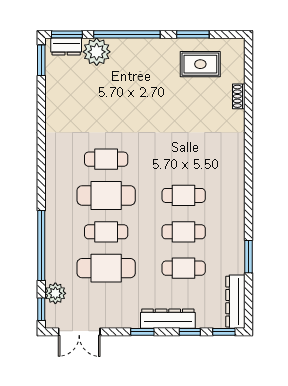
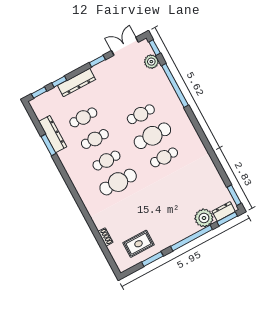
cafe table: (106, 268) -> (118, 182), moved
dresser: (235, 302) -> (53, 134), moved
window: (142, 332) -> (97, 61), moved

